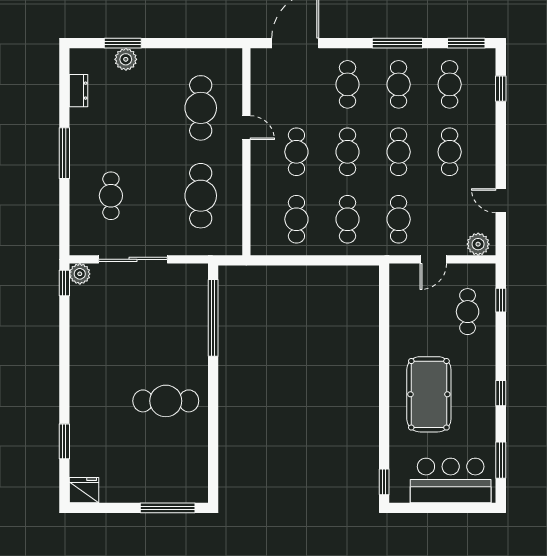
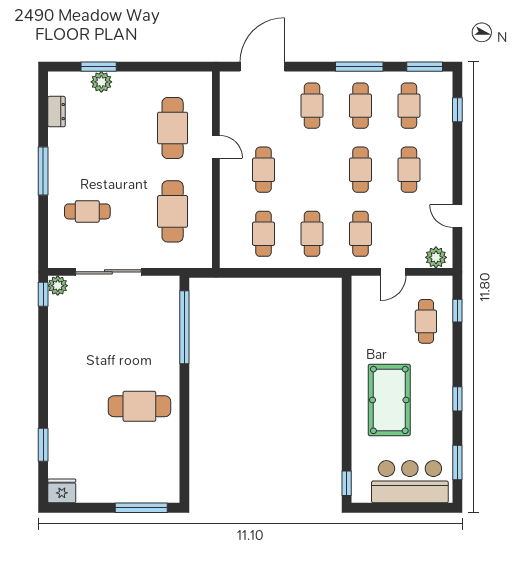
cafe table: (348, 152) -> (312, 170), removed
cafe table: (111, 196) -> (87, 211), turned 90

